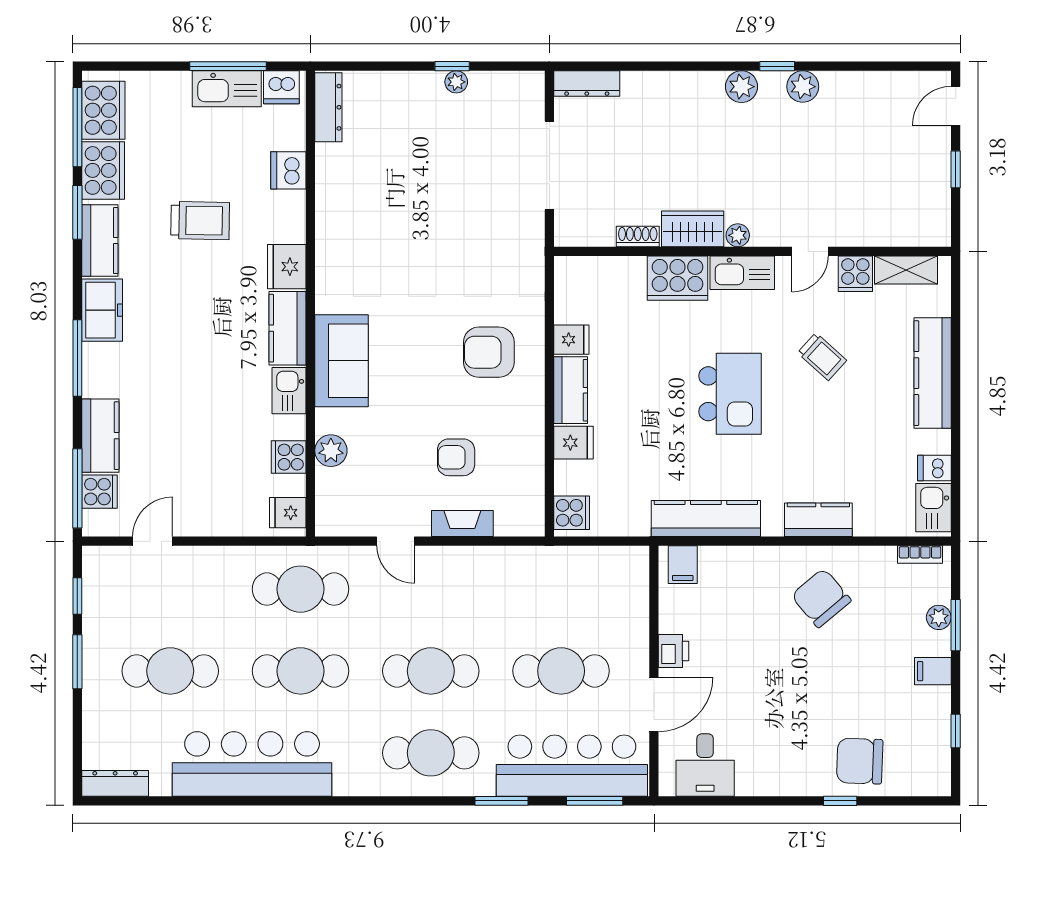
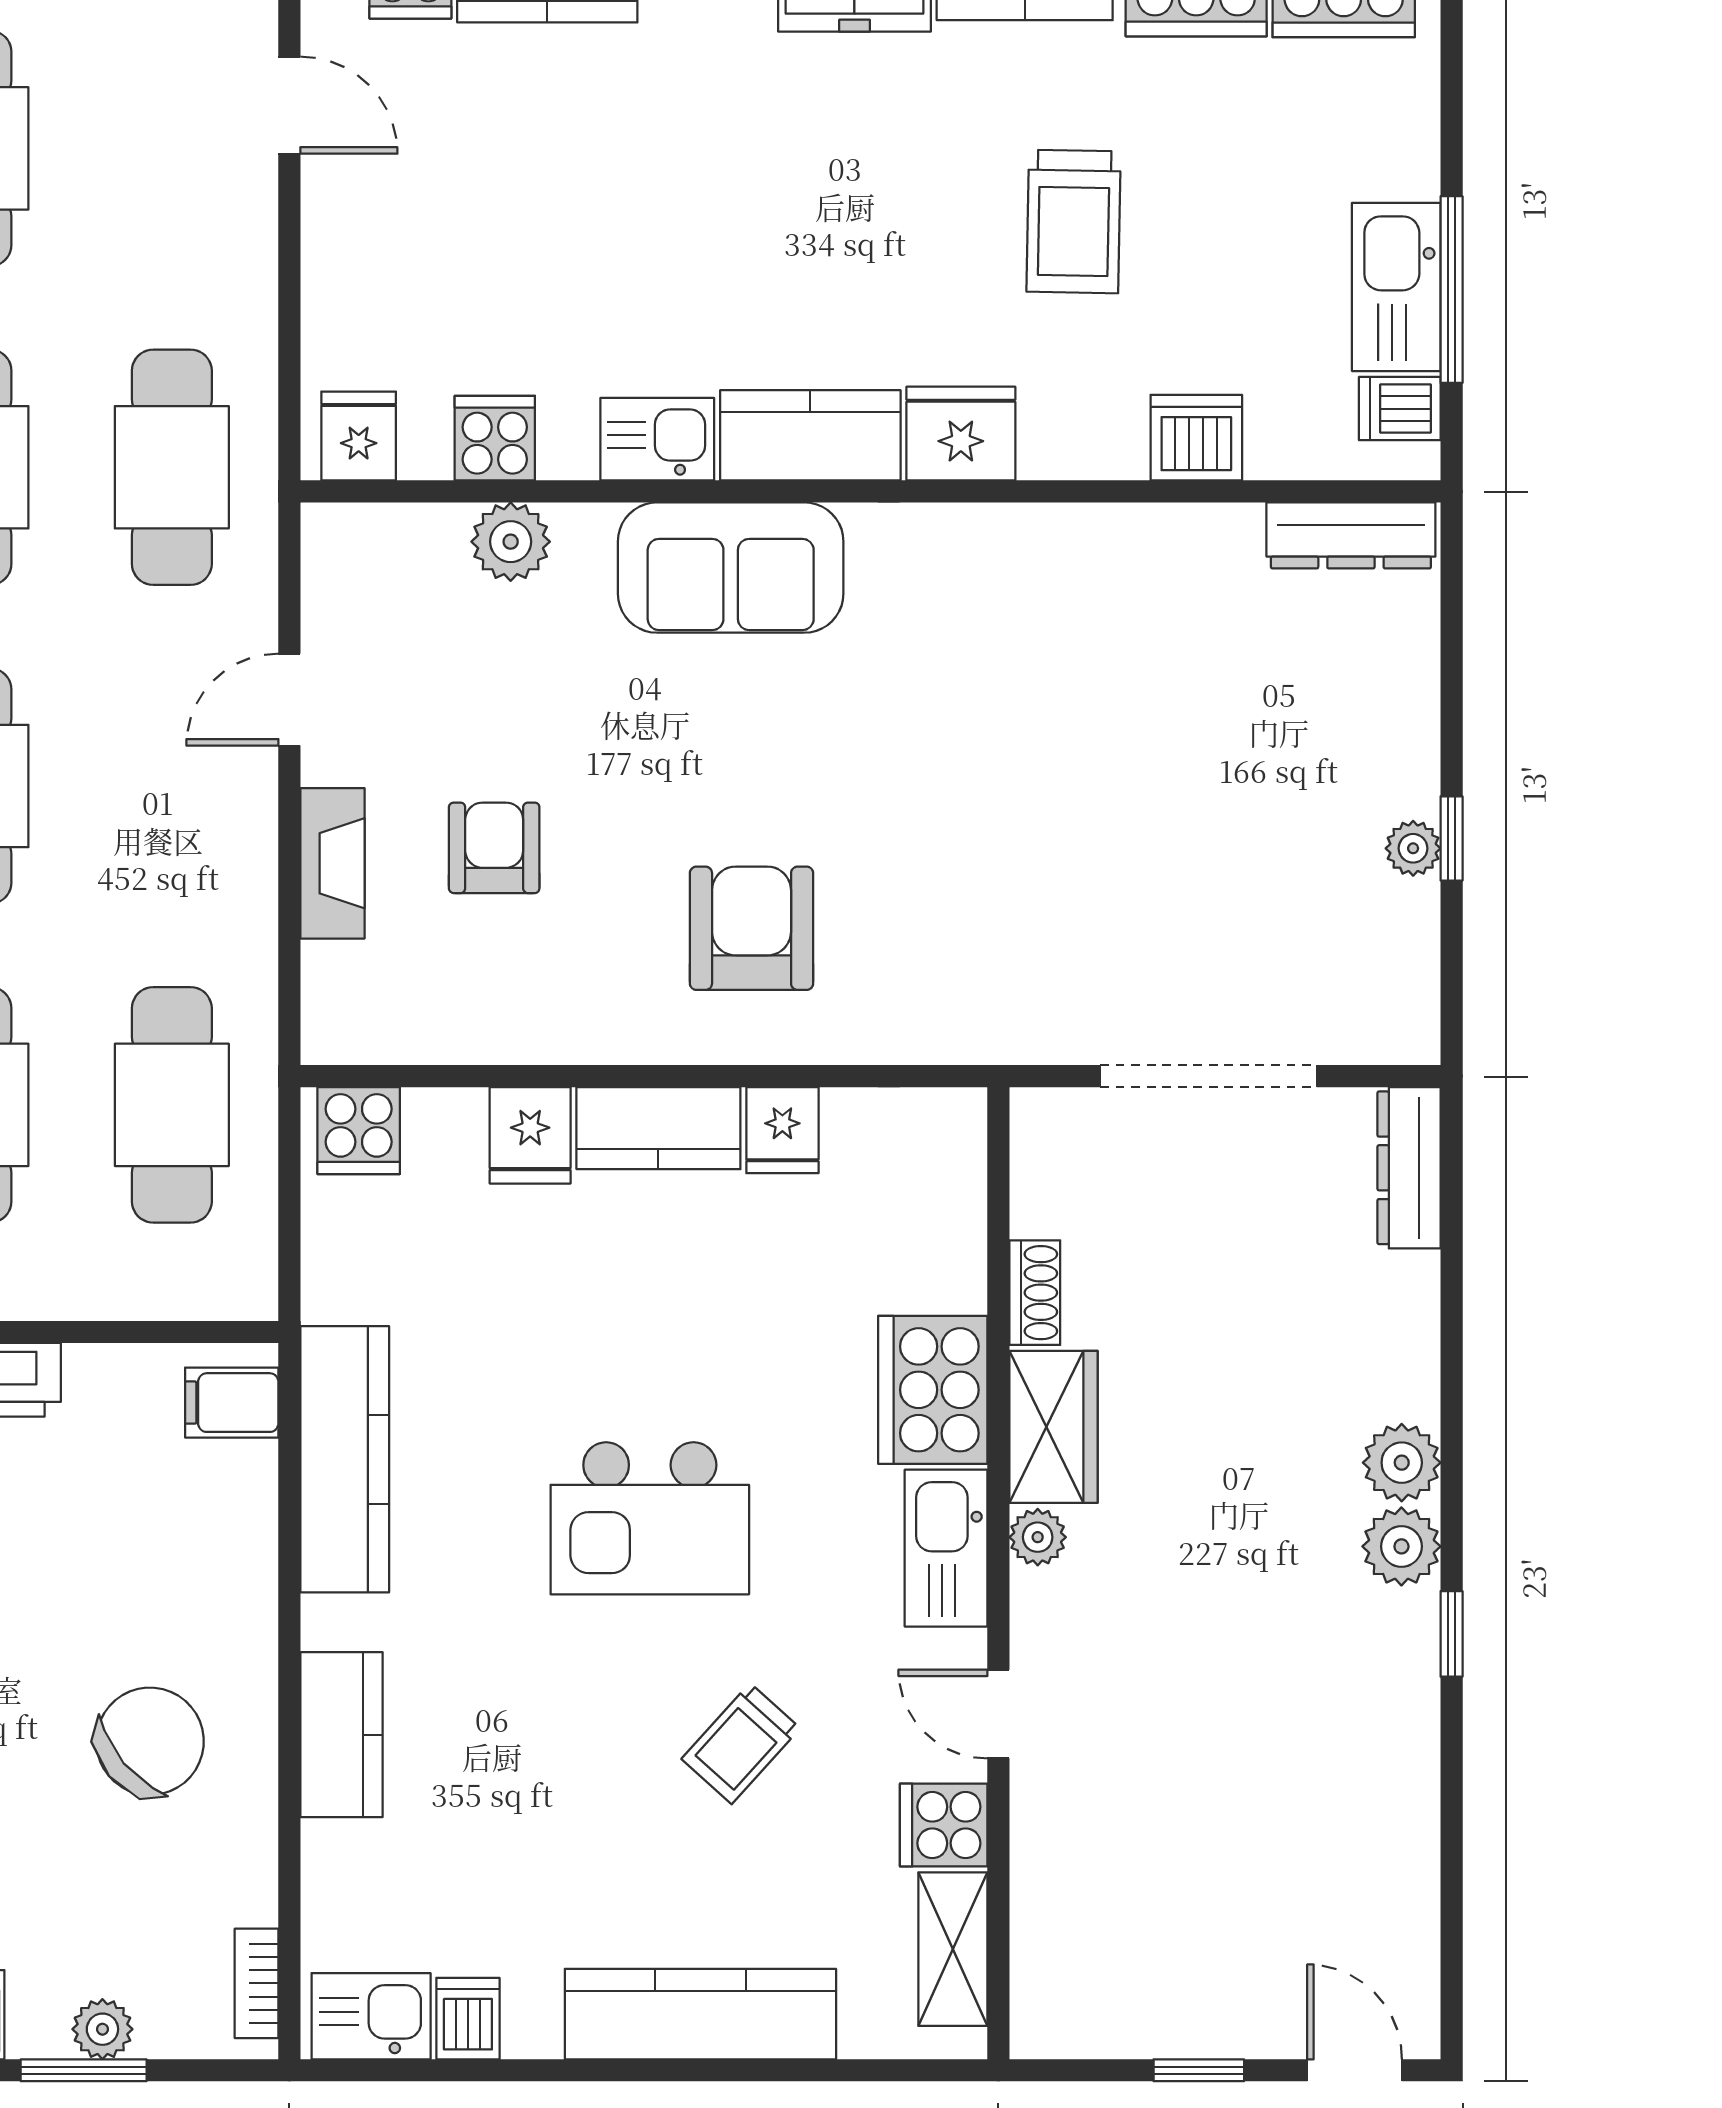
dishwasher: (281, 87) -> (1400, 409), width x0.73
plant: (803, 87) -> (1402, 1463), moved
cafe table: (561, 589) -> (172, 1105), added

